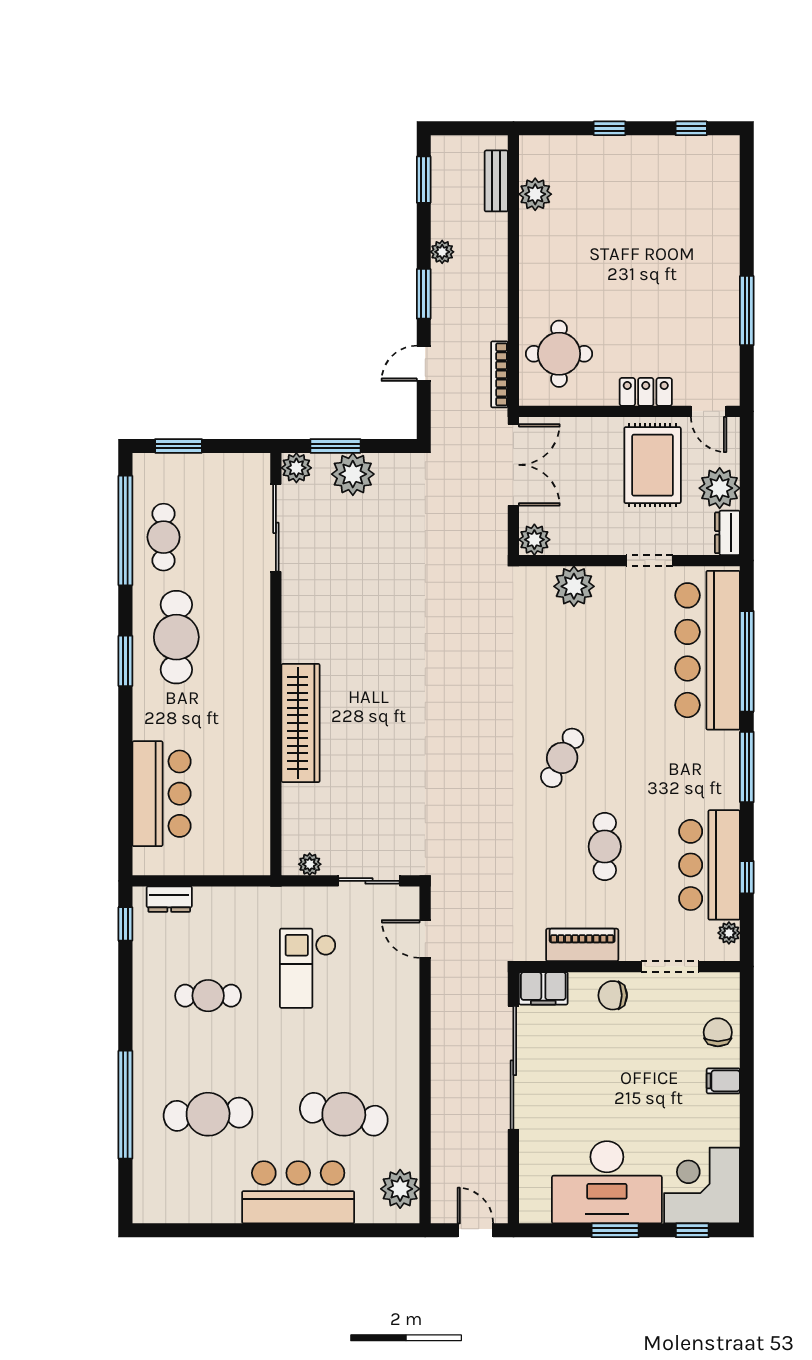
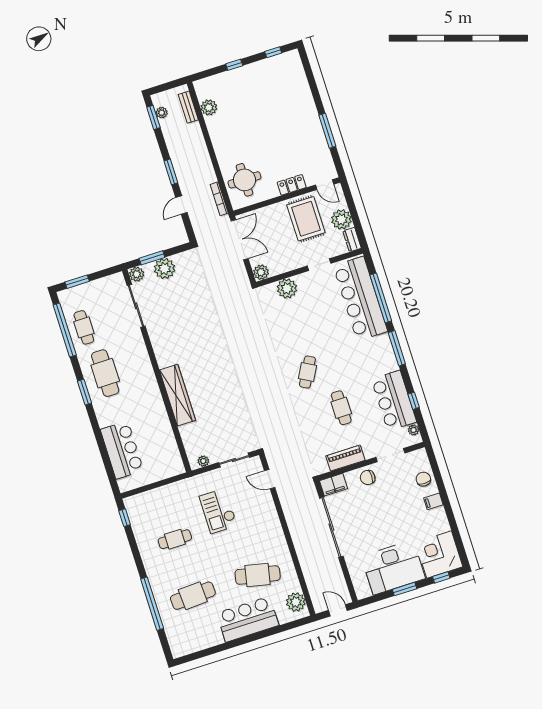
plant: (442, 252) -> (162, 113), moved
dresser: (169, 899) -> (142, 499), removed

